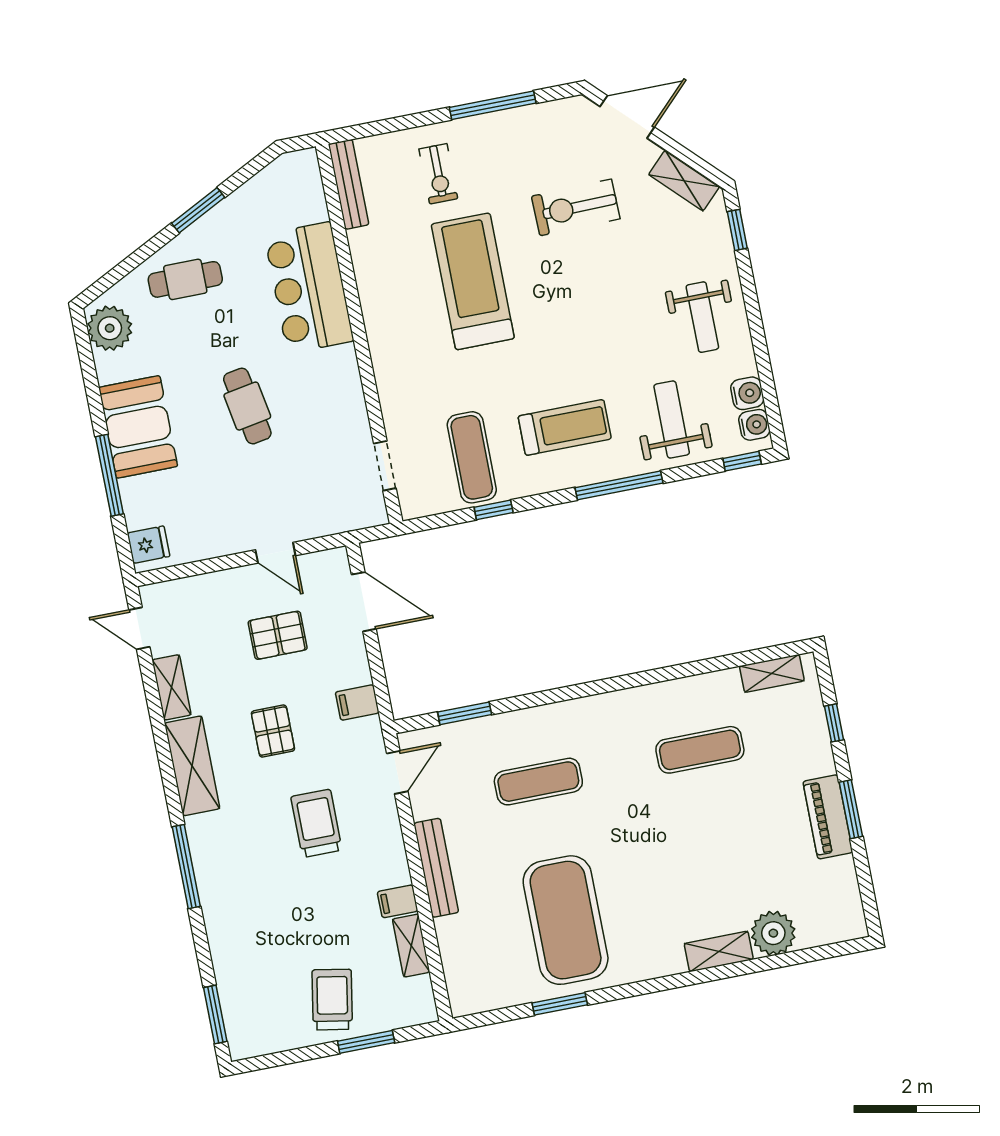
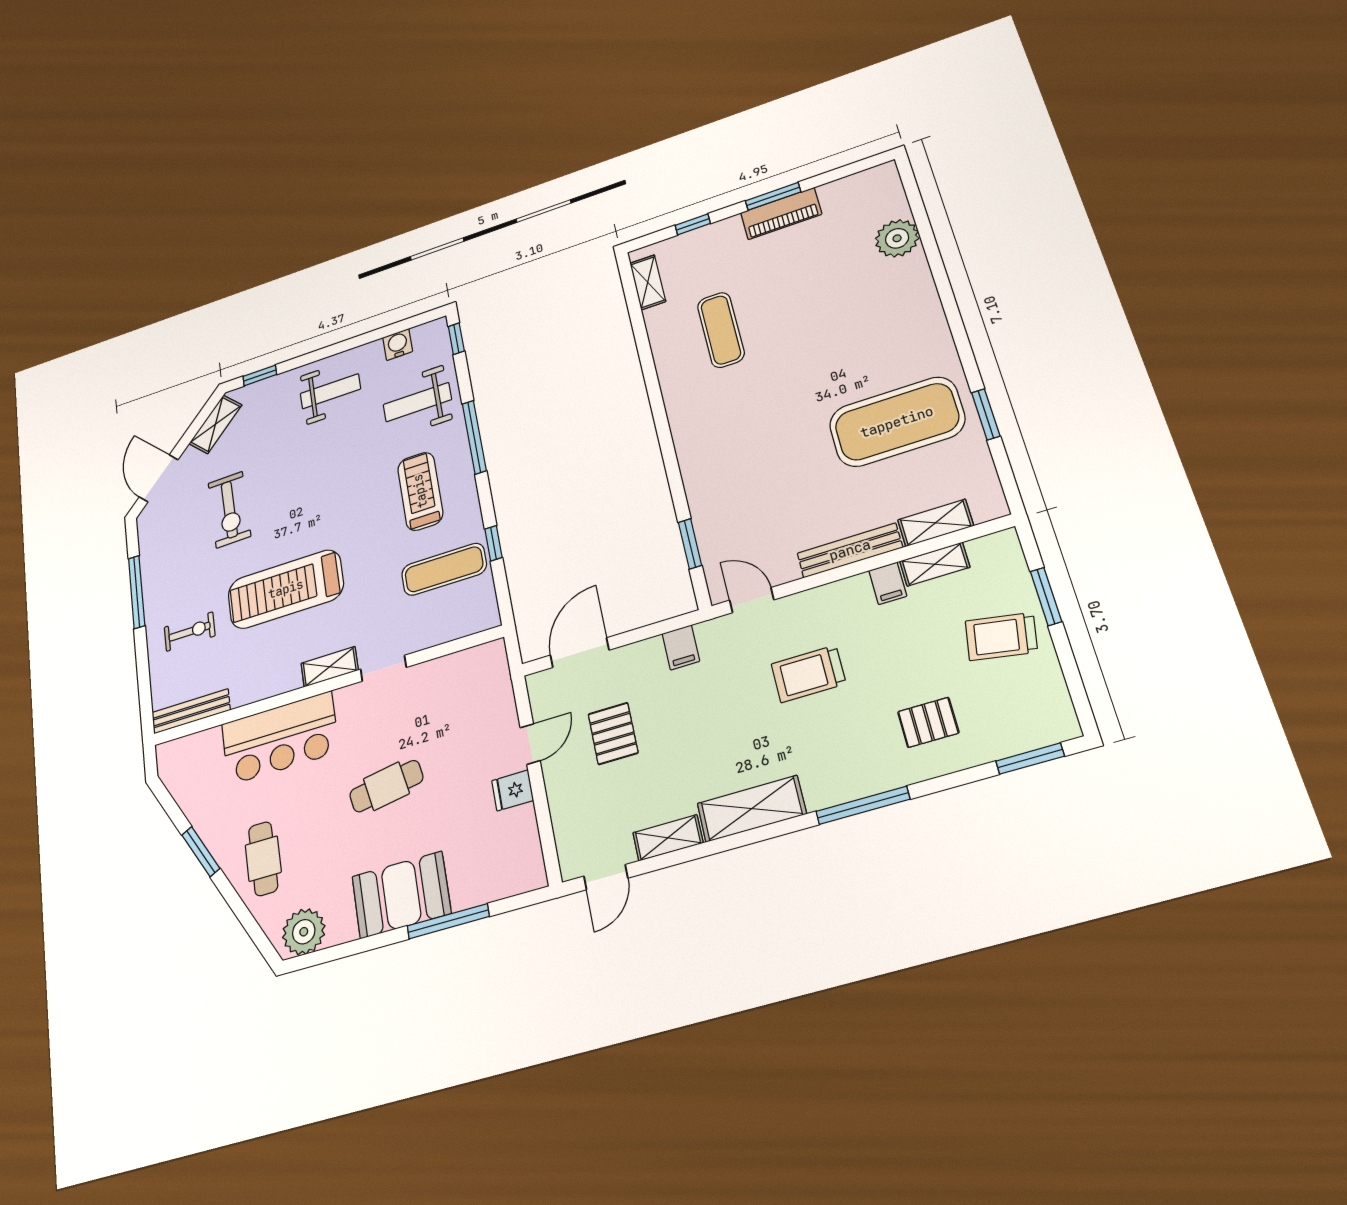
shelving: (380, 337) -> (330, 667), added
water cooler: (754, 425) -> (425, 334), removed
doorway: (385, 466) -> (383, 668), moved
fridge: (148, 545) -> (513, 791), moved, turned -90
pallet: (273, 731) -> (928, 722), moved
exercise mat: (538, 782) -> (756, 467), removed
shelving: (719, 951) -> (936, 523), moved, turned 90

